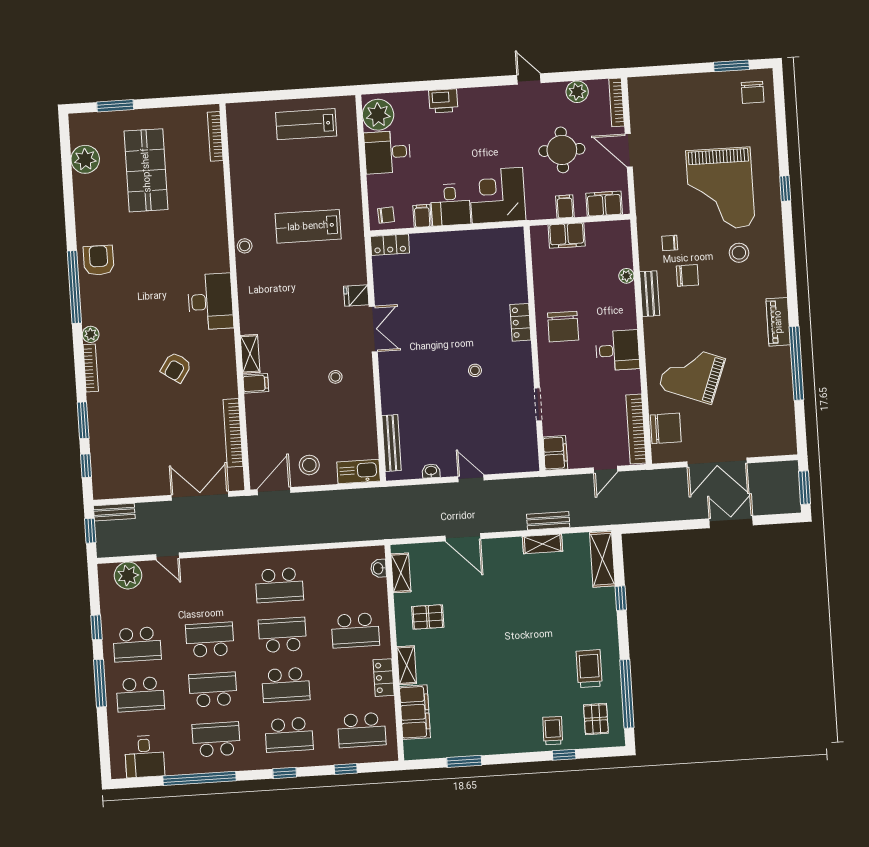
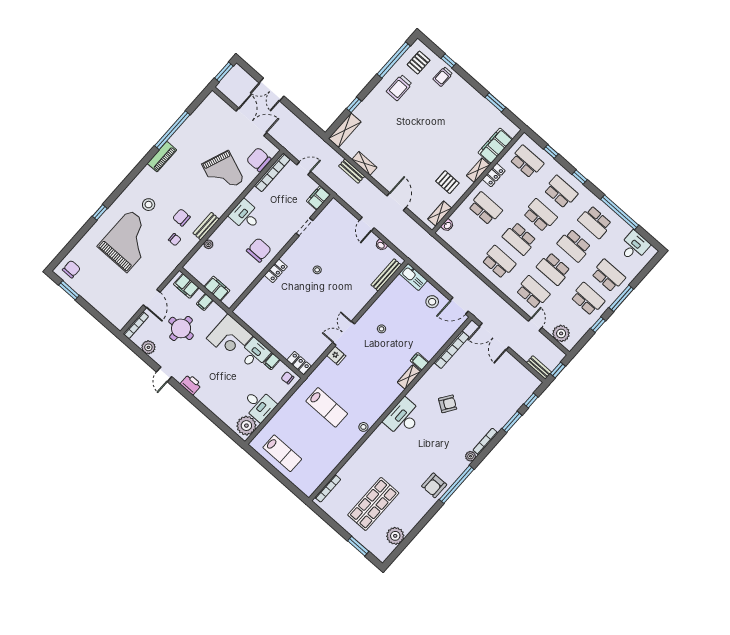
printer: (443, 101) -> (191, 384), moved
school desk: (207, 590) -> (533, 292), added

